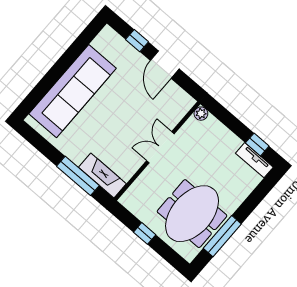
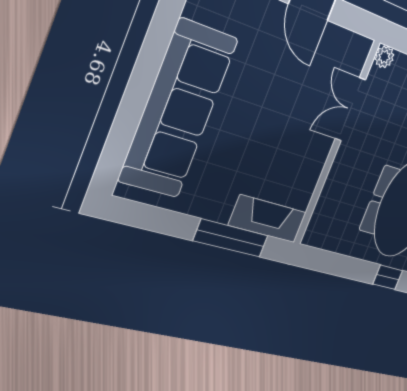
double door: (160, 147) -> (350, 109), moved
window: (145, 233) -> (388, 277), moved

